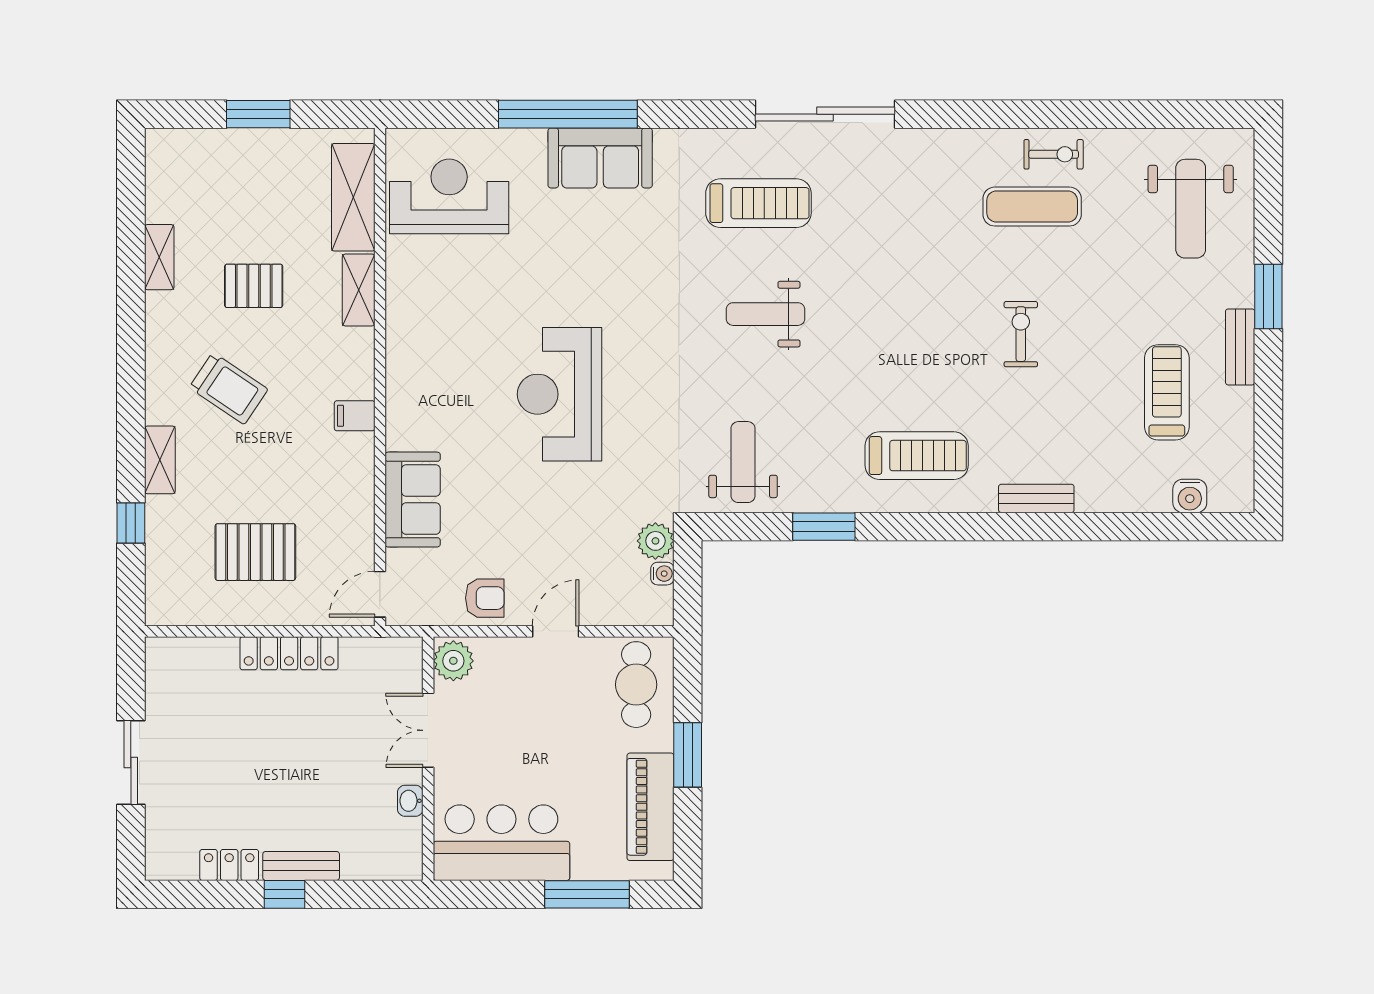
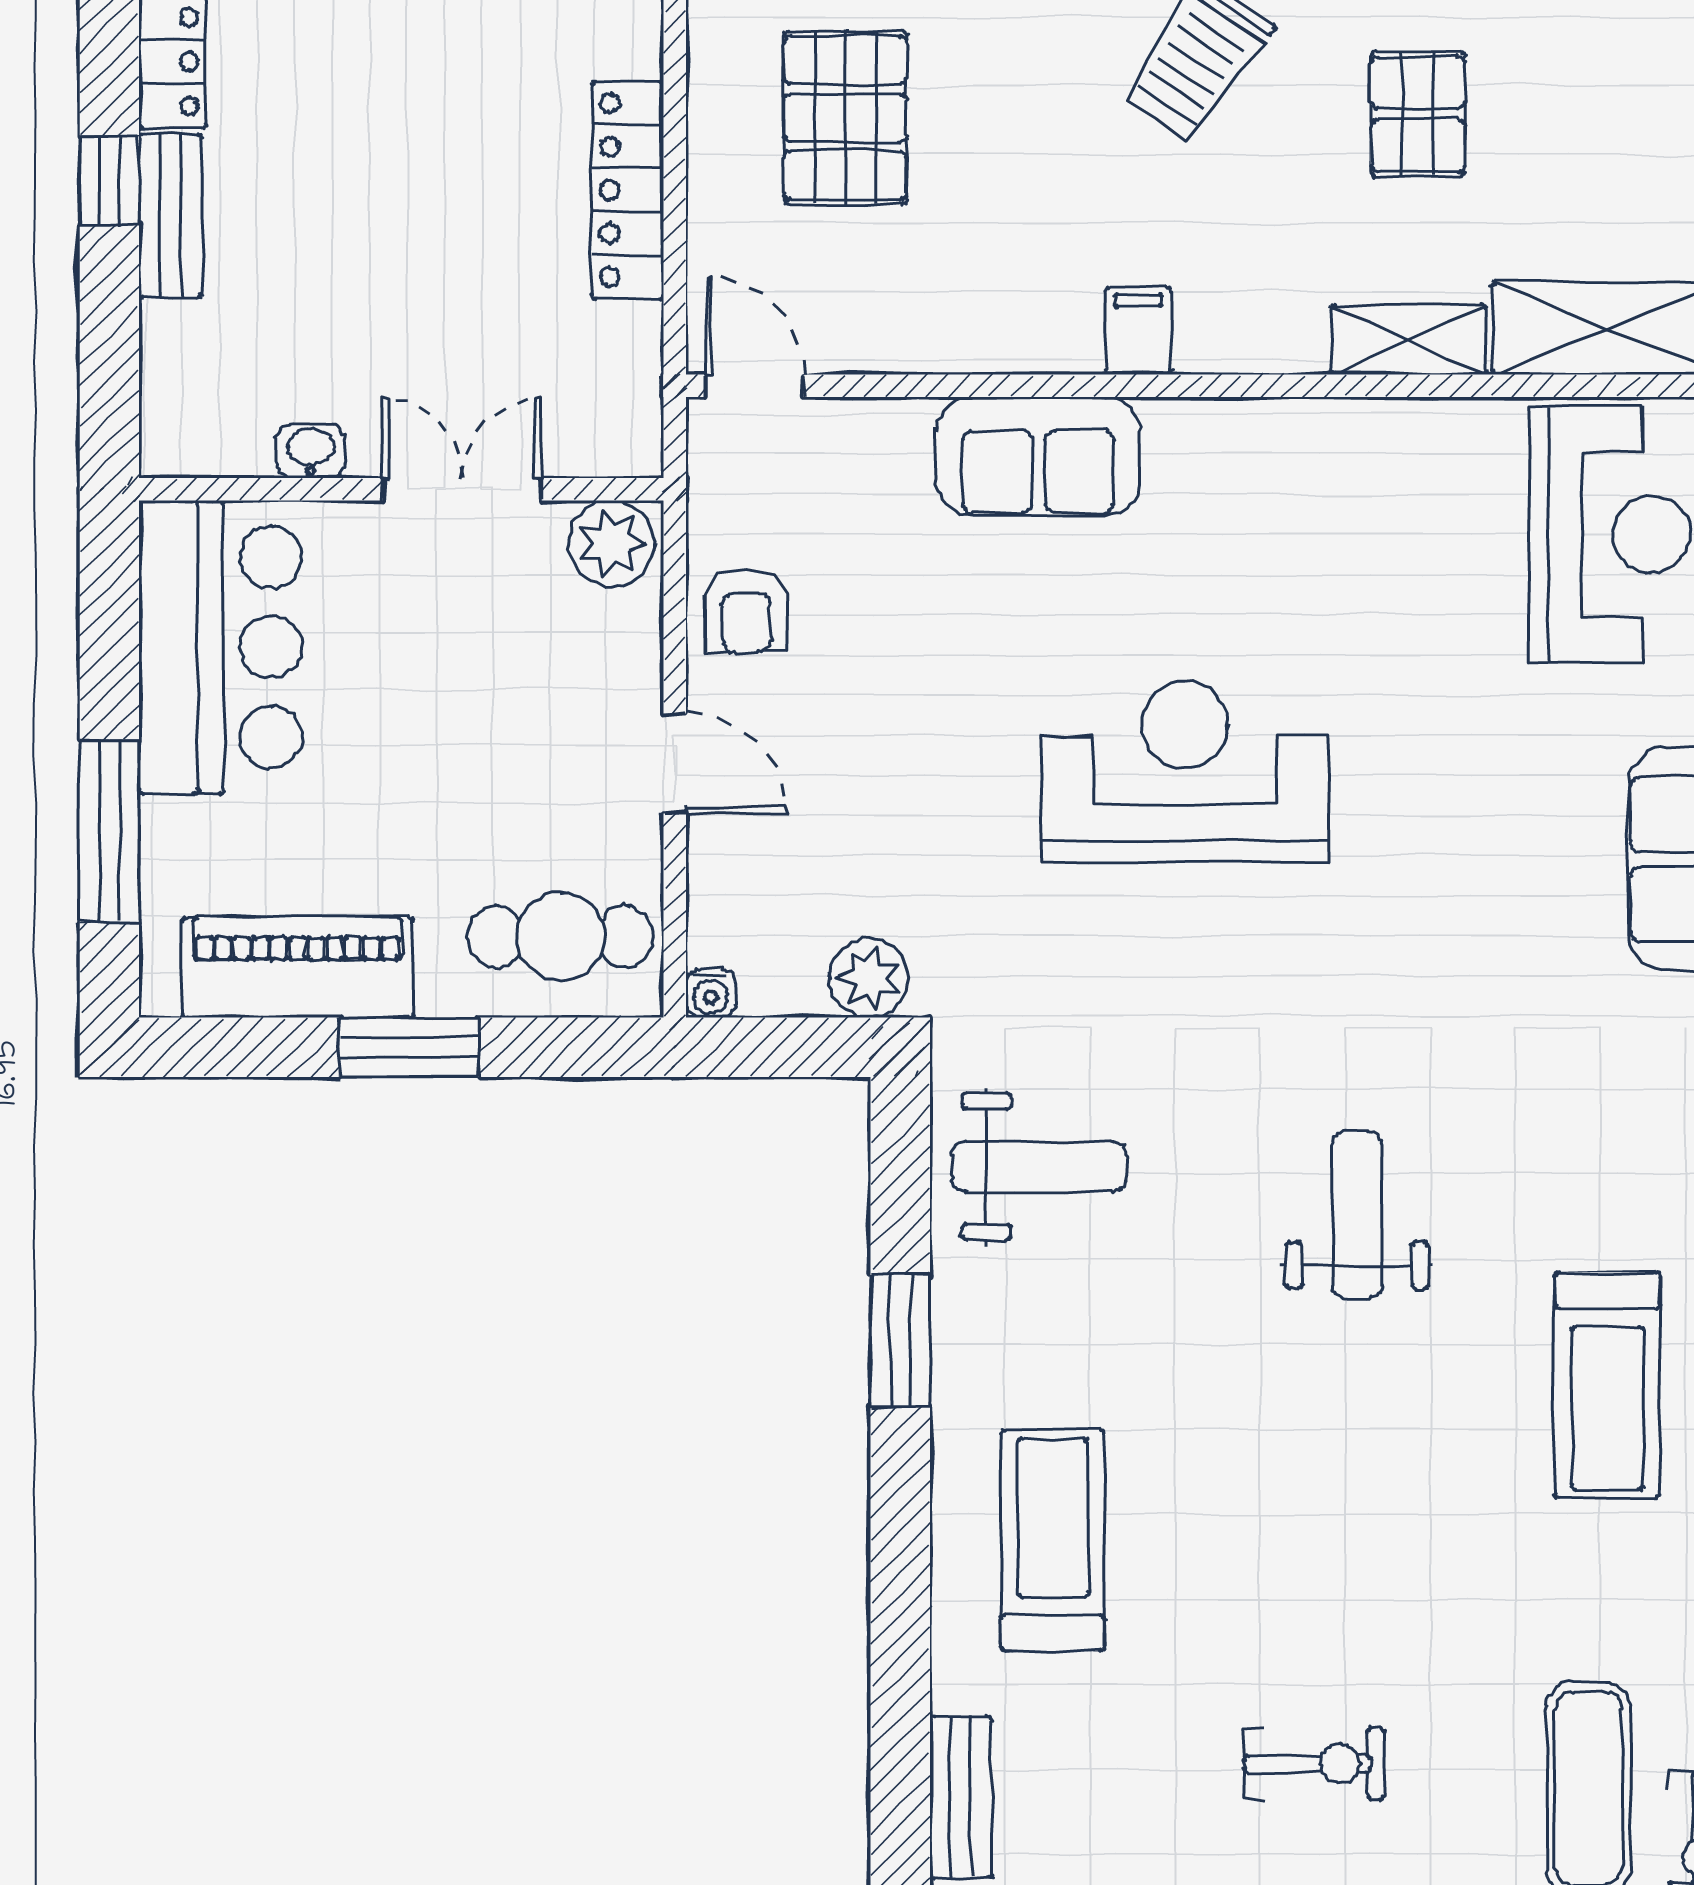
treadmill: (758, 203) -> (1607, 1385), moved
treadmill: (917, 456) -> (1053, 1540), turned 180
sofa: (413, 500) -> (1038, 456), moved
water cooler: (662, 574) -> (711, 993), moved

